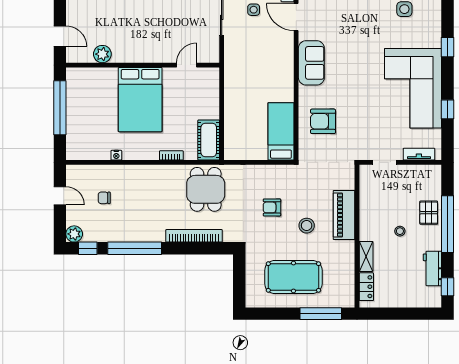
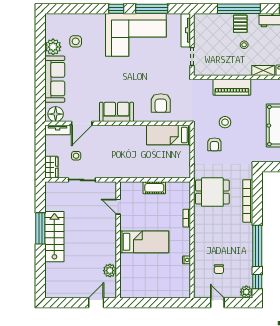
window: (447, 47) -> (116, 9), moved
bed: (140, 100) -> (144, 242), width x0.67
window: (60, 108) -> (151, 303), removed
window: (447, 109) -> (152, 9), width x2.17
cot: (209, 140) -> (154, 188), moved, width x0.73, depth x0.75
tv unit: (419, 154) -> (186, 30), width x1.41
door: (60, 196) -> (217, 303), hinge flipped
armchair: (272, 207) -> (214, 144), moved
pallet: (429, 213) -> (240, 24), moved, turned 90
stool: (307, 226) -> (225, 122), moved

